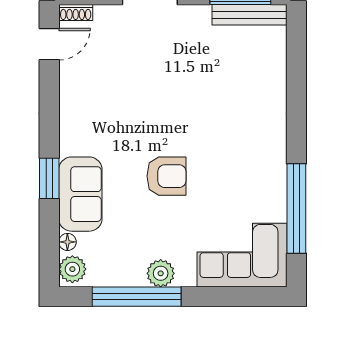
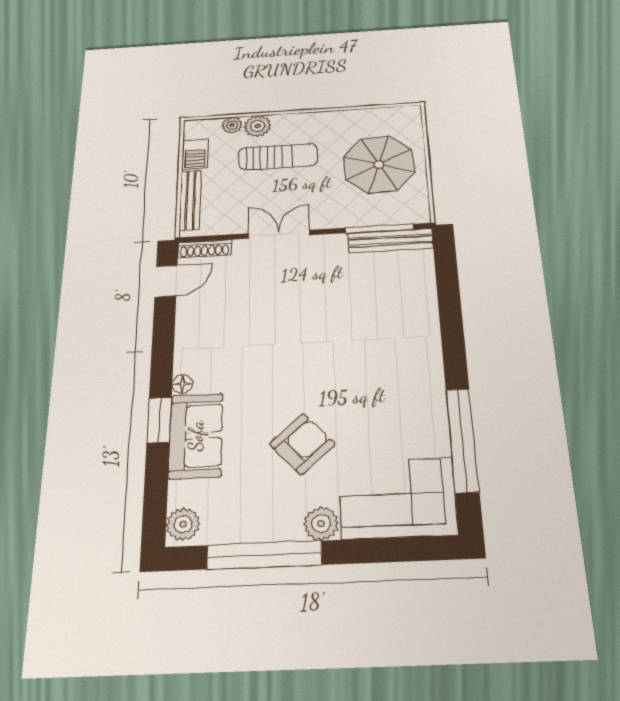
shoe rack: (76, 12) -> (205, 249), width x1.43
armchair: (166, 176) -> (302, 444), moved, turned -42
floor lamp: (67, 242) -> (182, 384), moved
plant: (161, 273) -> (321, 524), moved

